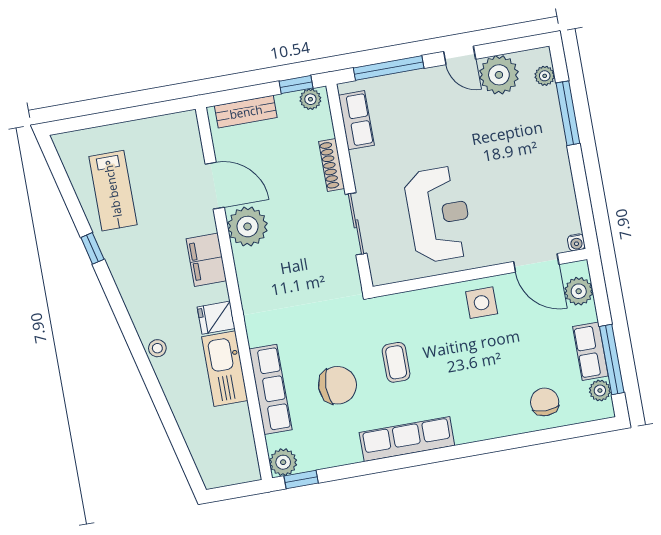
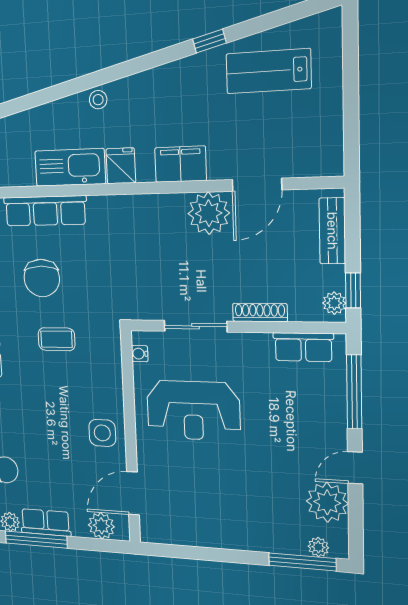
window: (568, 113) -> (302, 562), moved
water cooler: (576, 242) -> (140, 354), moved

